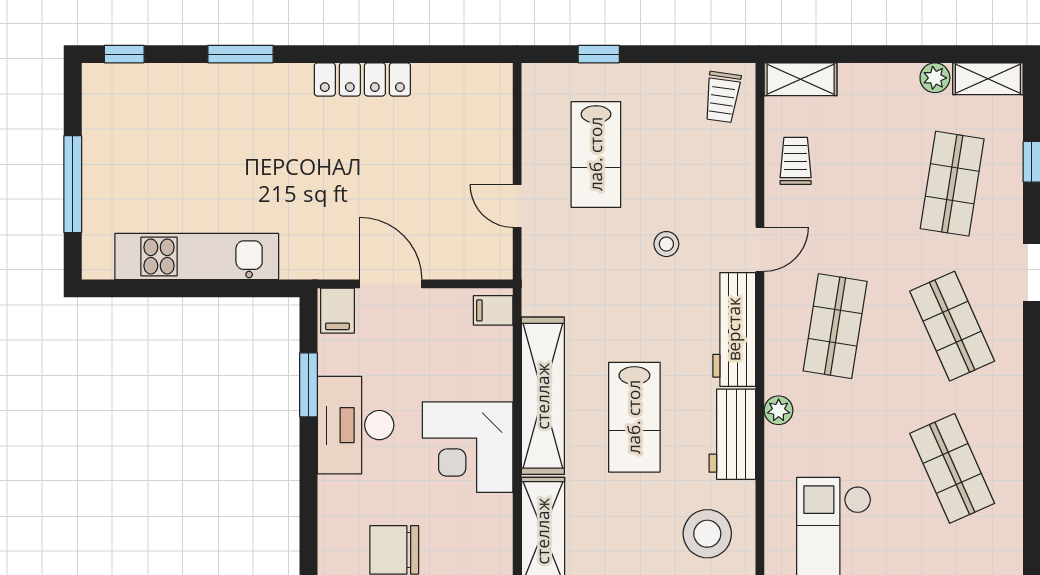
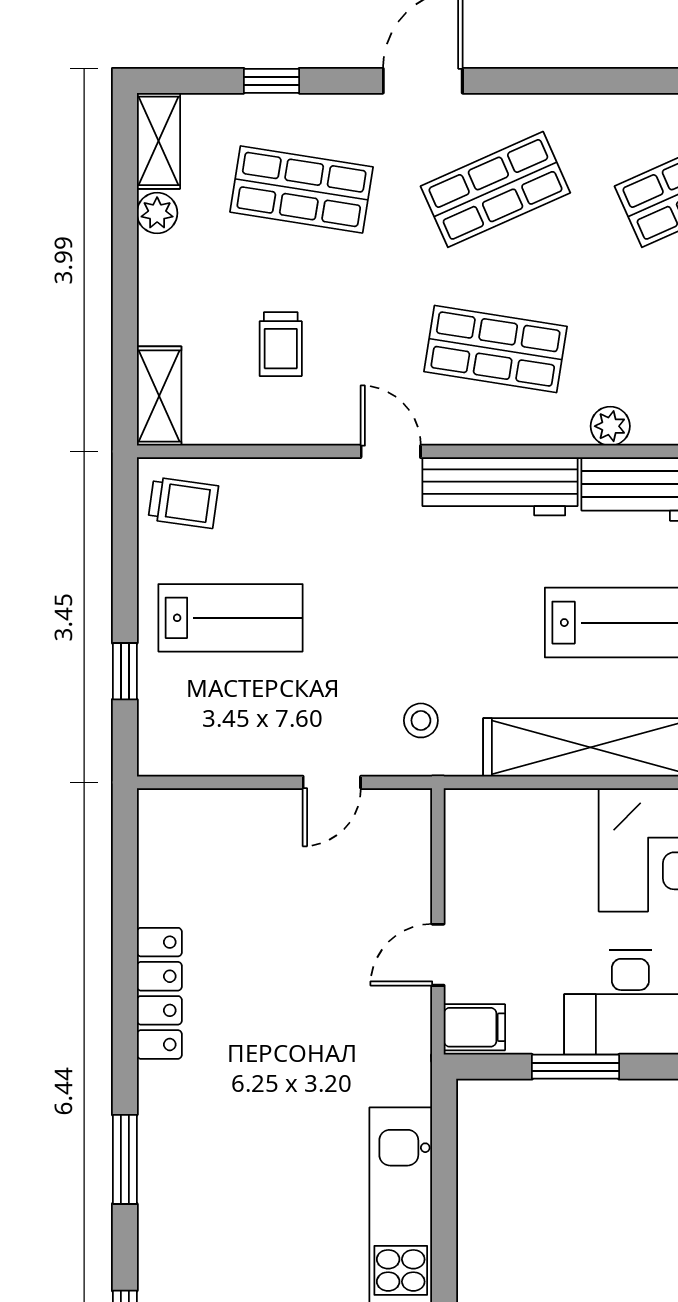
lab bench: (596, 154) -> (231, 618), moved
trolley: (796, 161) -> (281, 344), moved, turned -90
stool: (666, 244) -> (421, 720), moved
door: (391, 284) -> (438, 955), width x0.73
filing cabinet: (493, 310) -> (474, 815), removed

